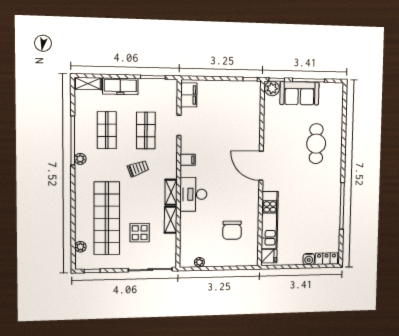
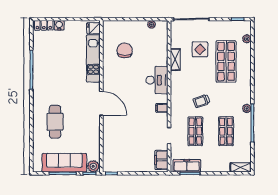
freezer: (120, 86) -> (187, 166), moved
sofa: (299, 93) -> (64, 163), width x1.36
shelving: (171, 192) -> (175, 82), removed
shop shelf: (107, 218) -> (226, 61), width x0.71

